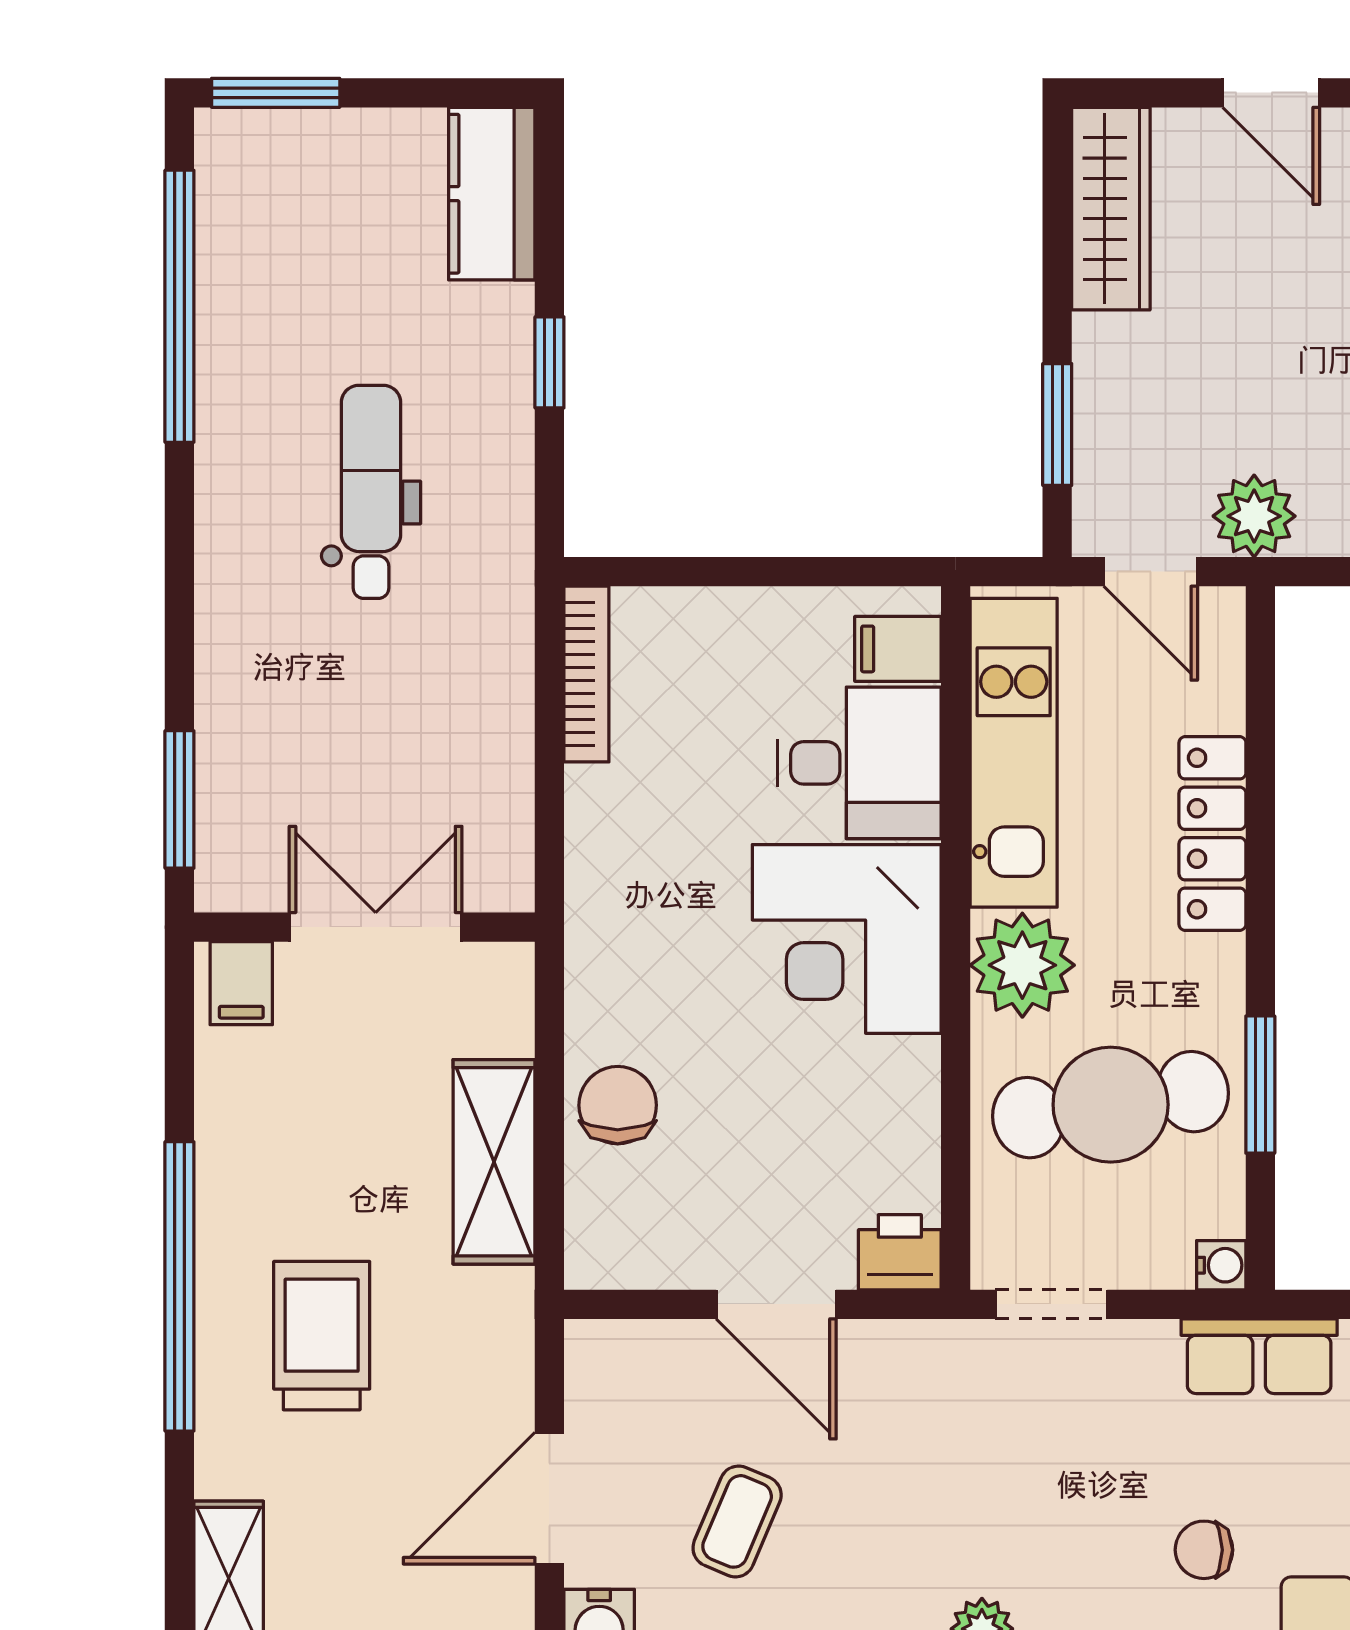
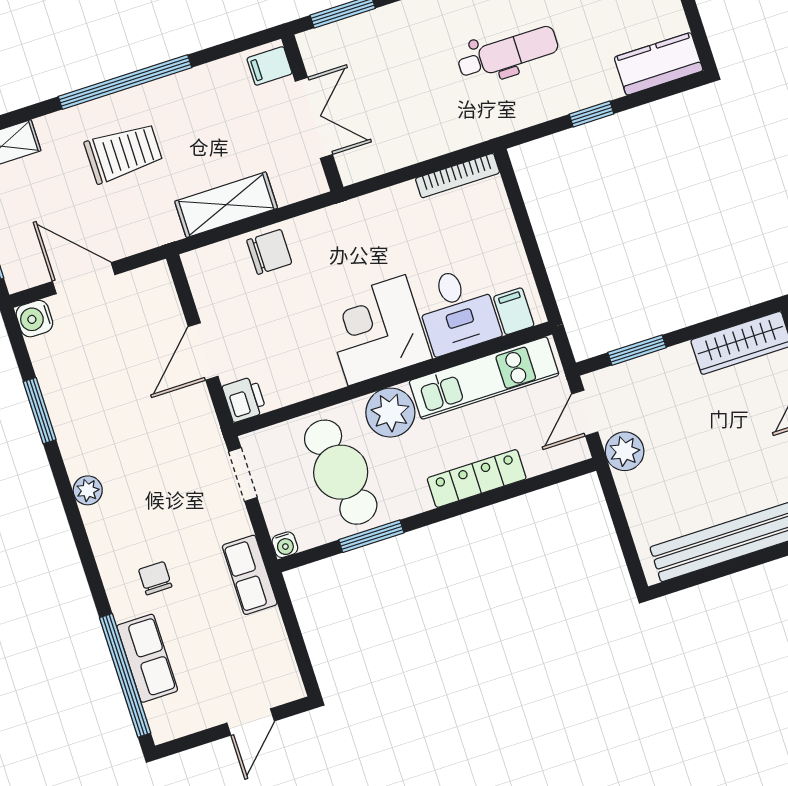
coffee table: (737, 1521) -> (100, 365), removed

